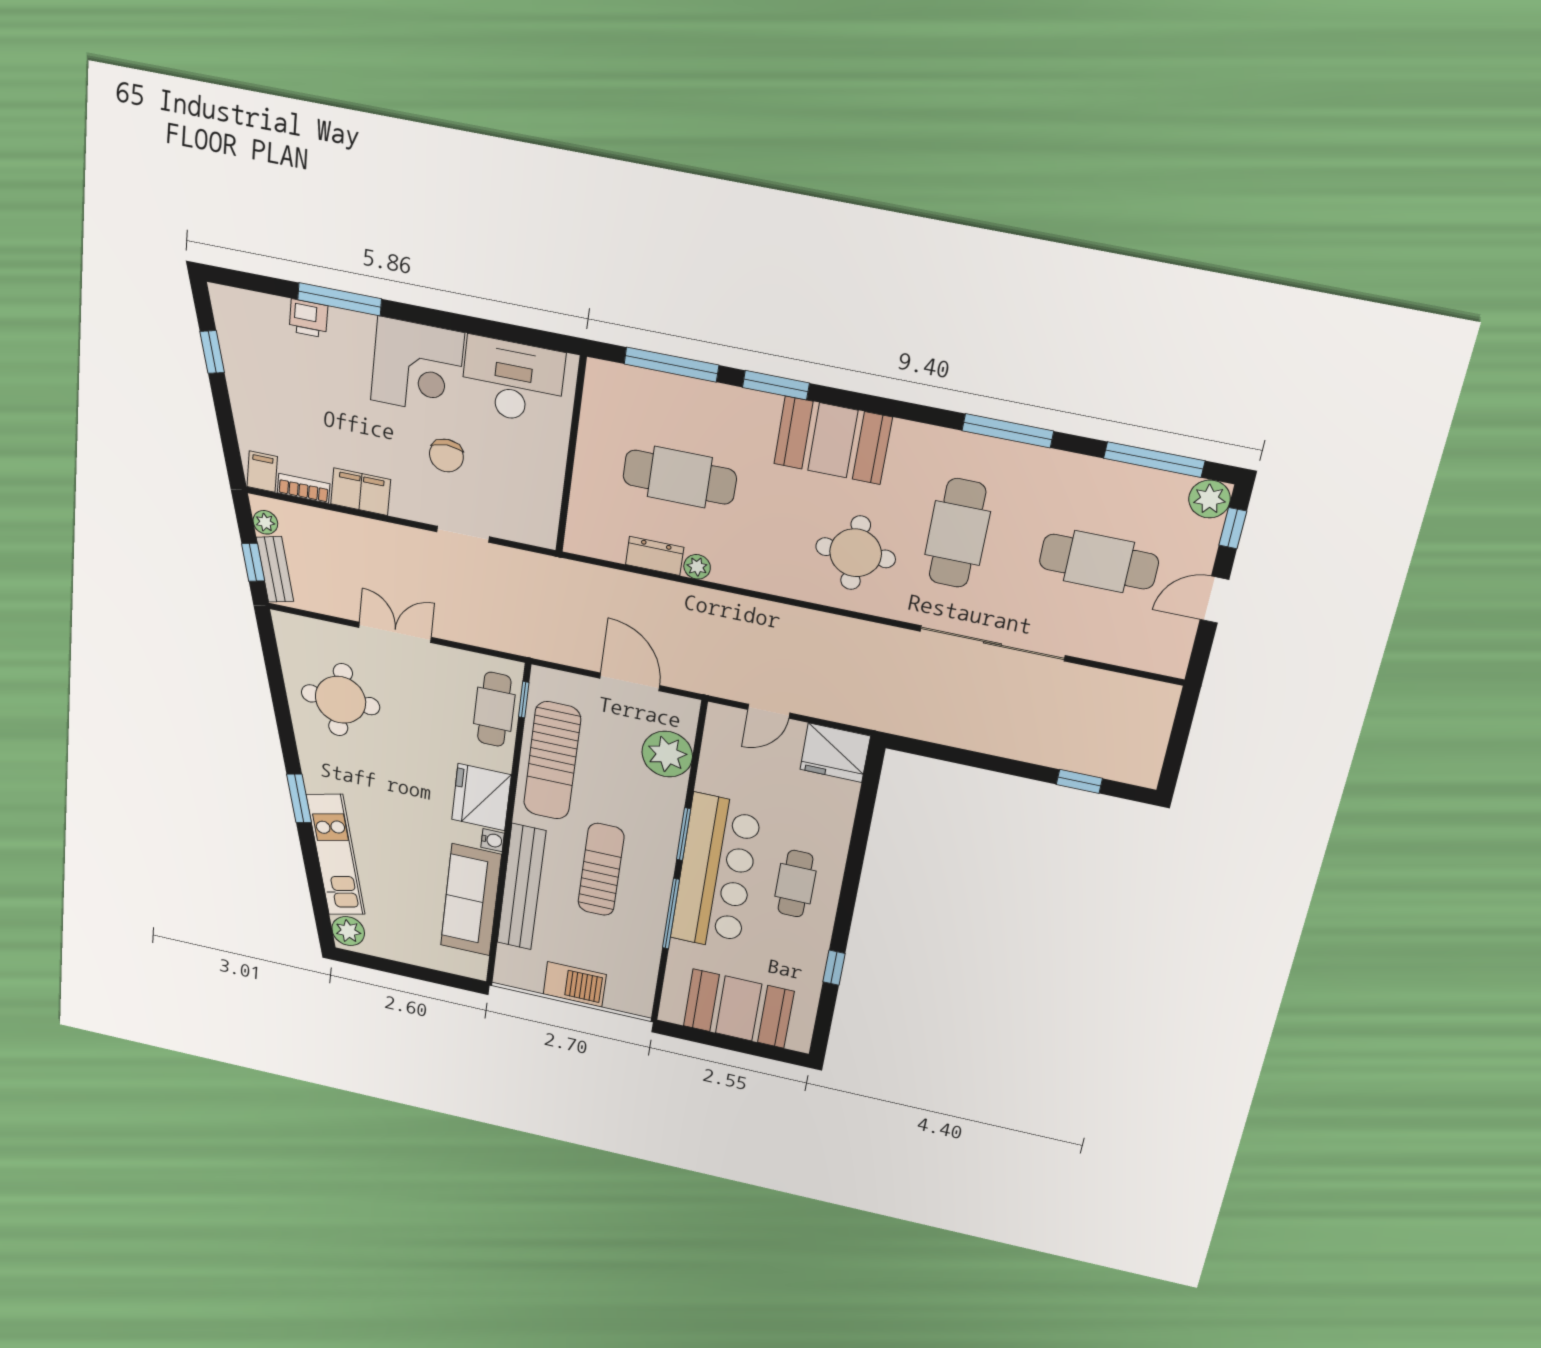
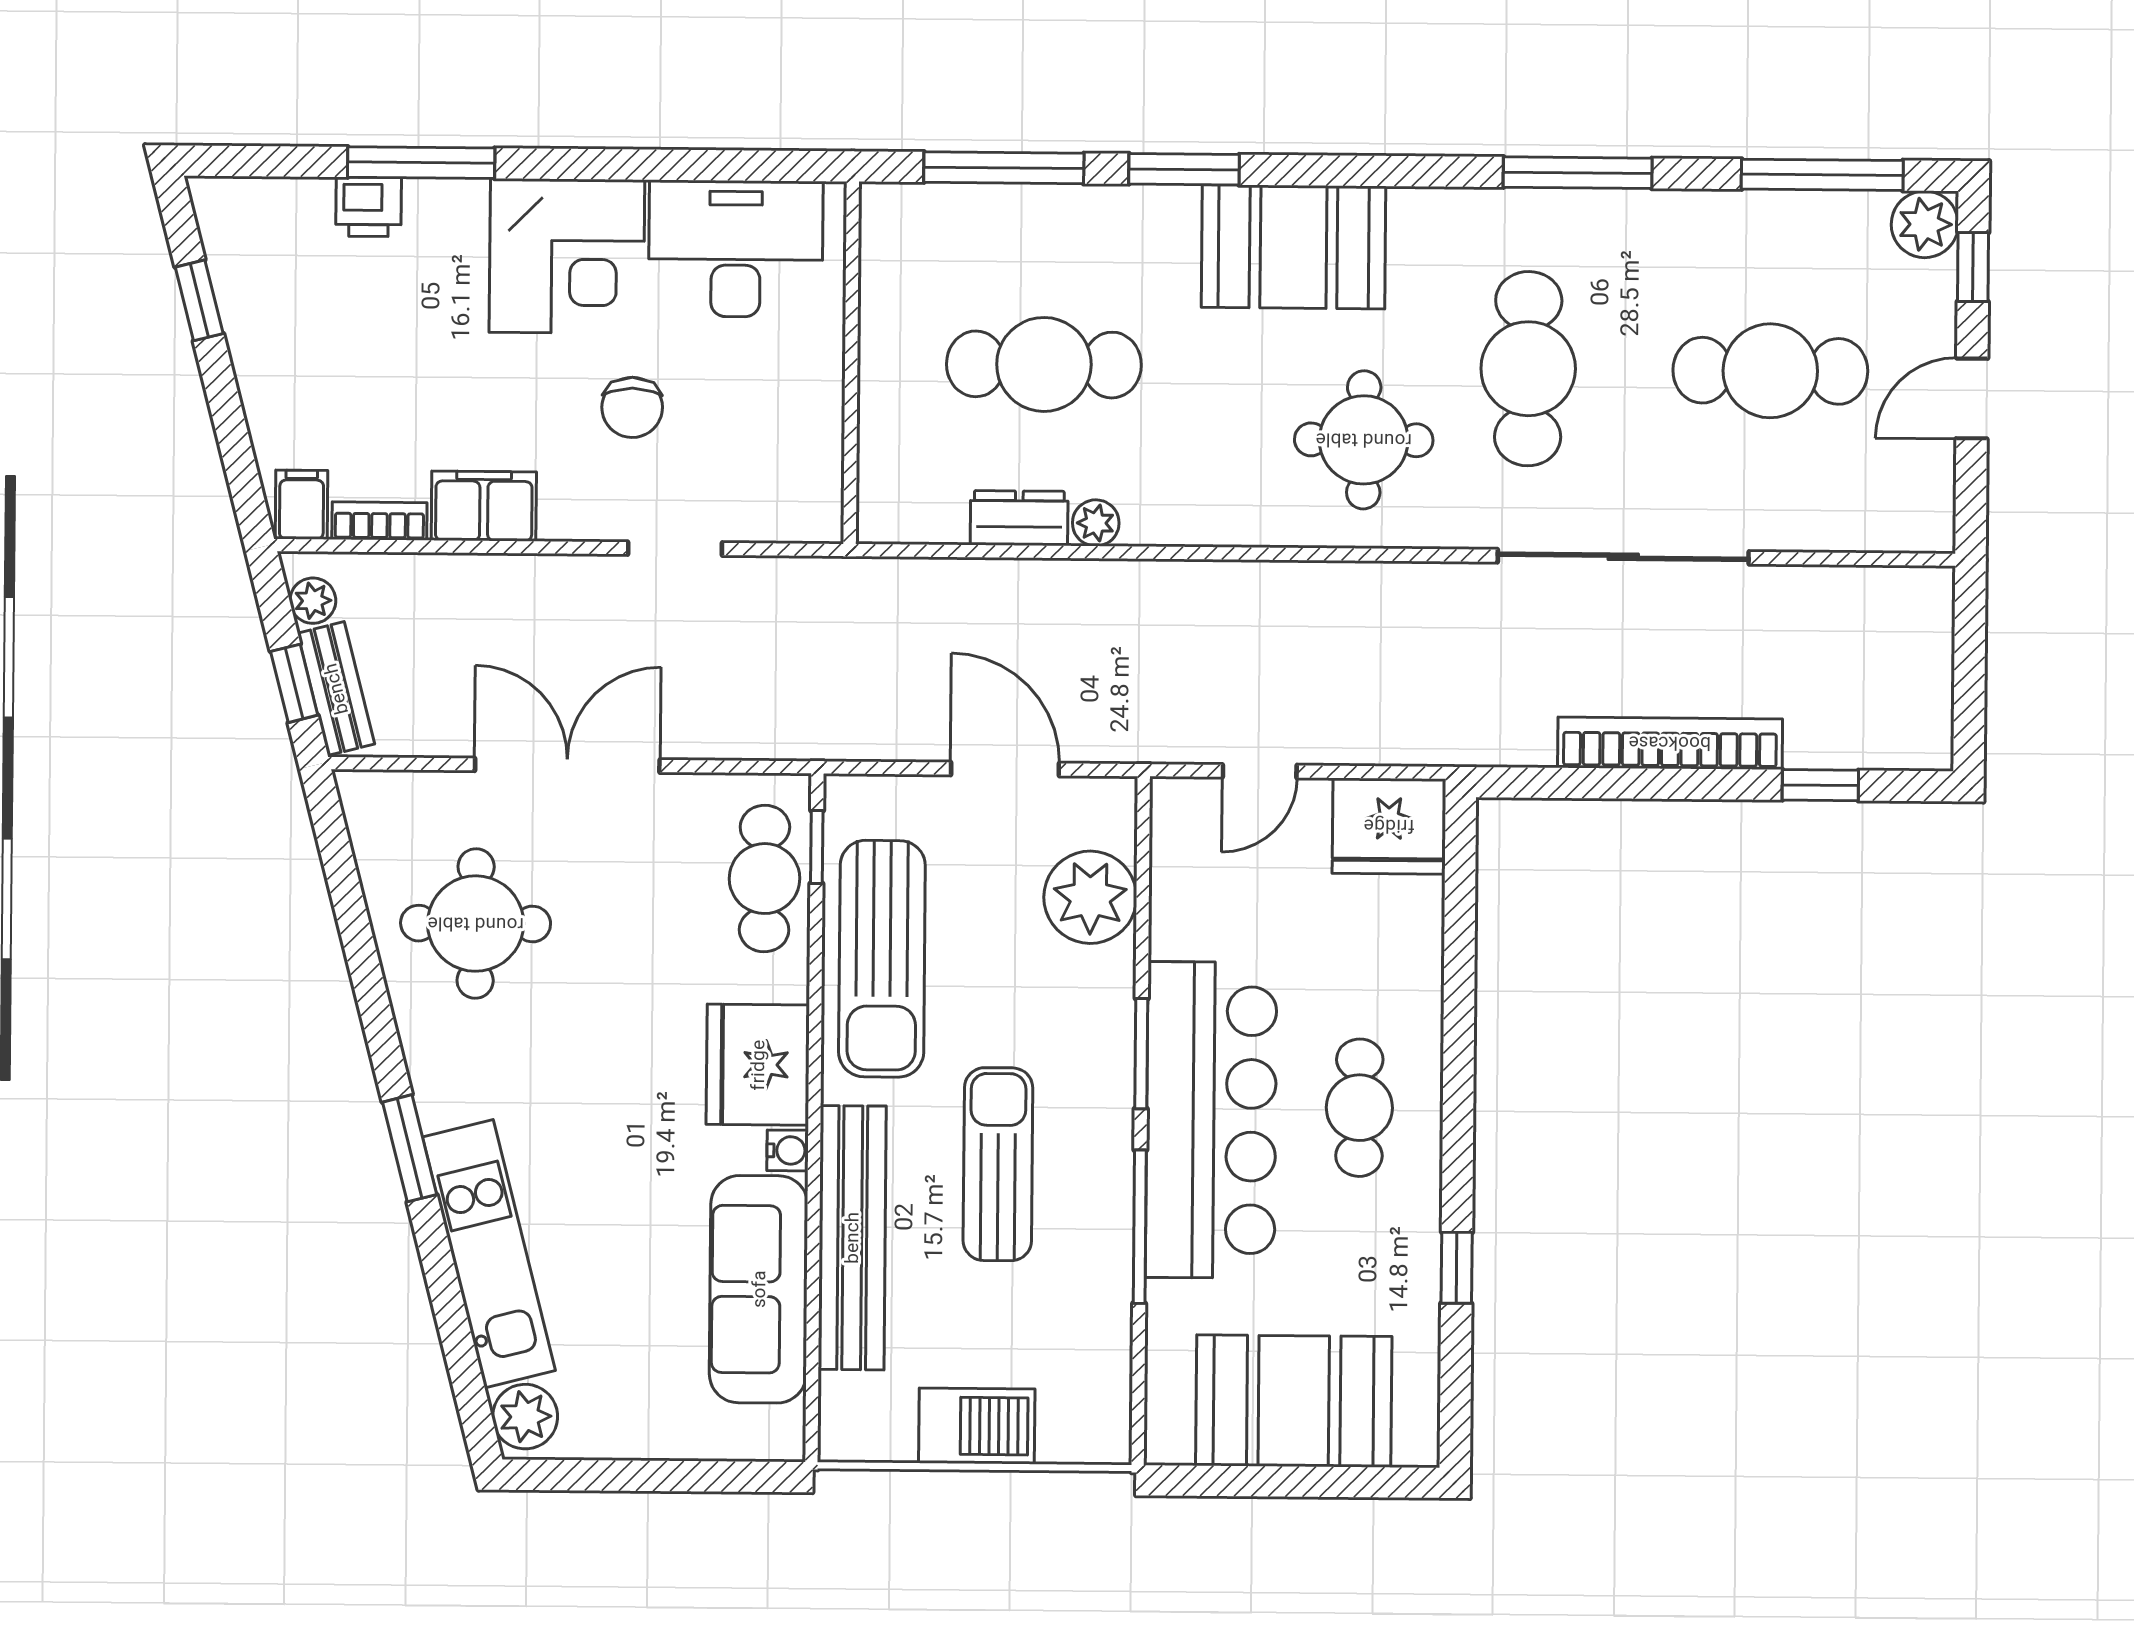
double door: (395, 632) -> (567, 765), width x1.37
bookcase: (999, 743) -> (1670, 743), added

